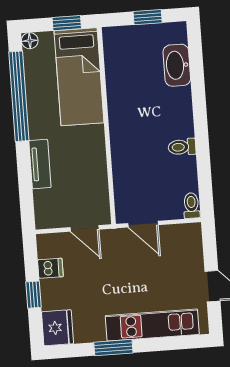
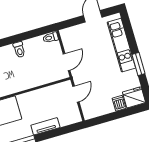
dishwasher: (50, 268) -> (119, 103), moved
window: (33, 295) -> (119, 115), removed

